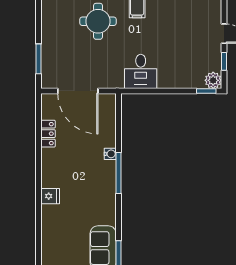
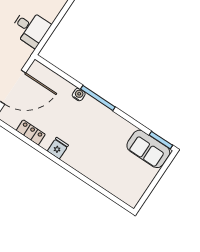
fridge: (50, 196) -> (58, 148), moved

